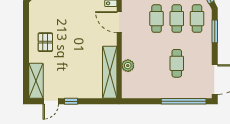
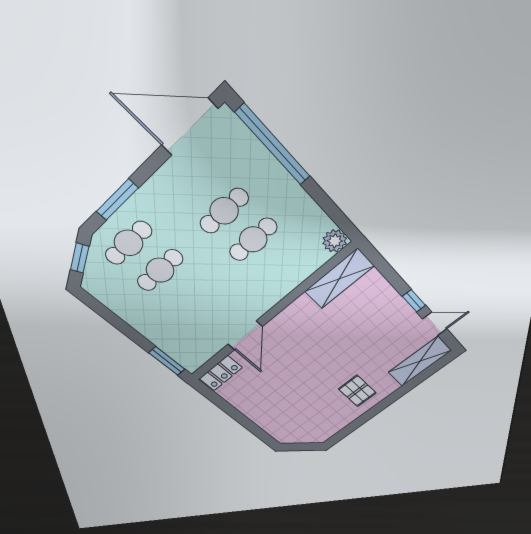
cafe table: (157, 19) -> (253, 239), moved
pallet: (45, 42) -> (357, 391), turned 90
plant: (128, 66) -> (335, 241), moved
shelving: (110, 72) -> (339, 279), width x0.68

